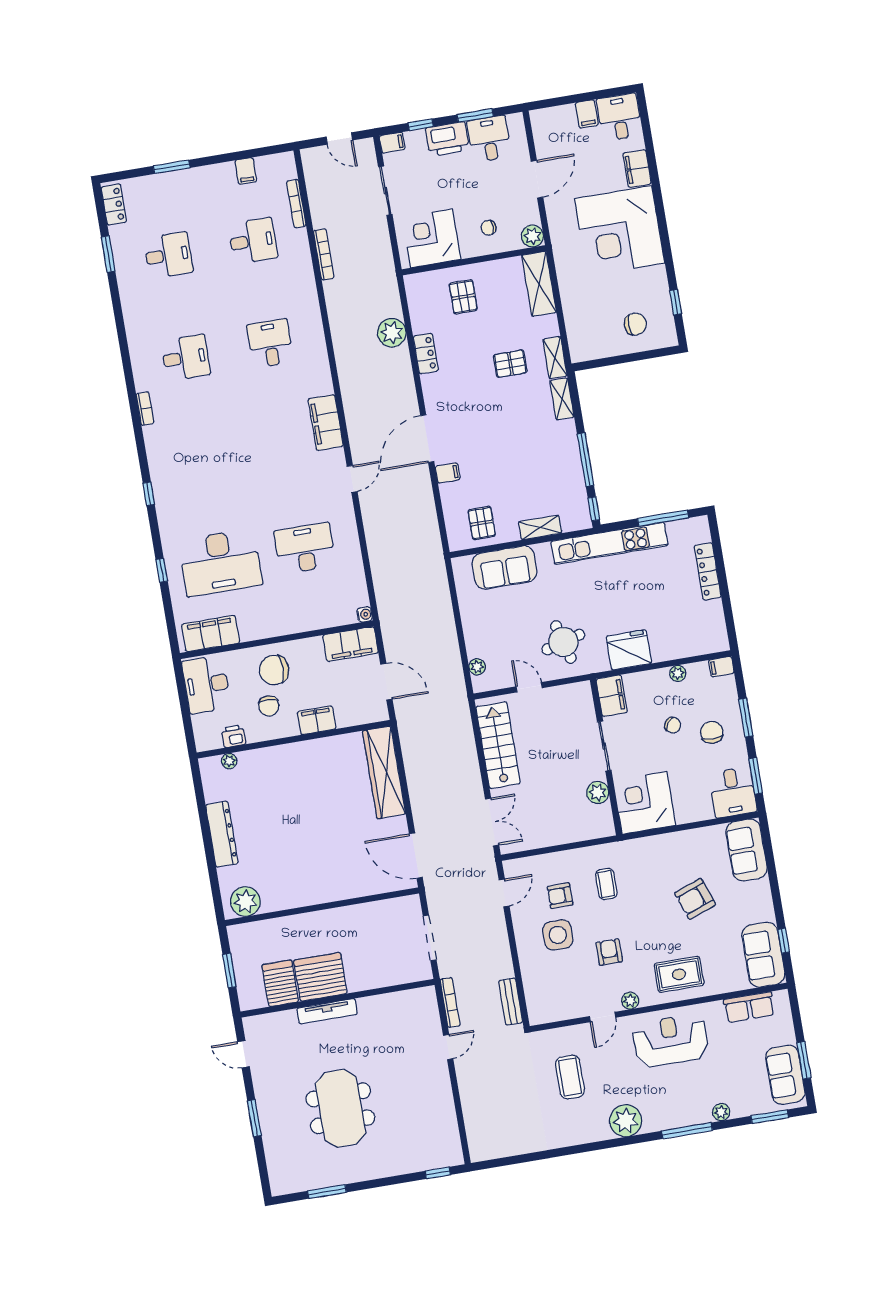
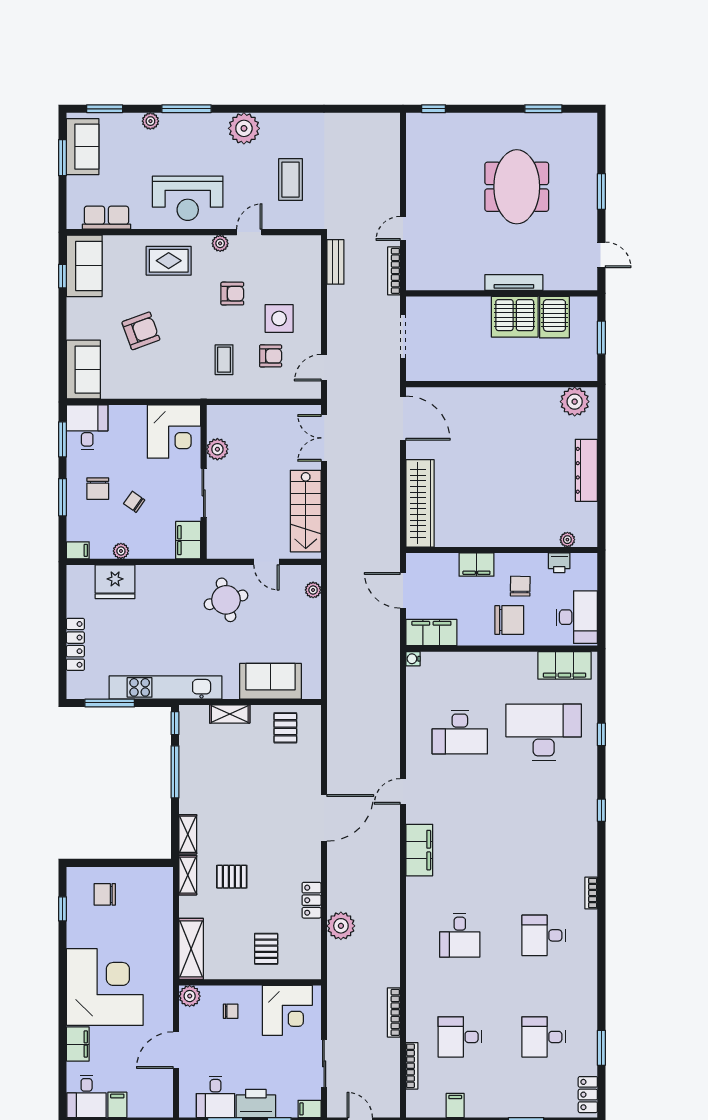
filing cabinet: (448, 473) -> (310, 782), removed
fridge: (629, 650) -> (115, 582), moved
armchair: (609, 952) -> (232, 294), turned -90

